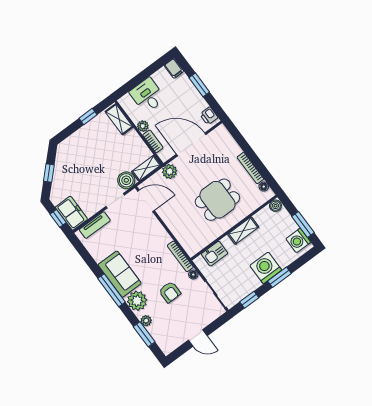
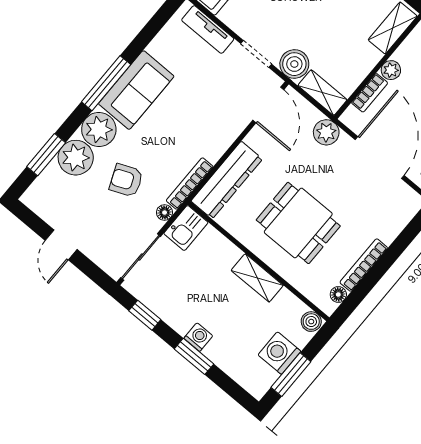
dresser: (183, 235) -> (227, 180), added
washing machine: (298, 240) -> (279, 353), moved
kitchen sink: (215, 254) -> (186, 228), moved, turned -90
washing machine: (266, 268) -> (198, 337), width x0.53, depth x0.53
armchair: (170, 292) -> (126, 180), turned 67
plant: (146, 321) -> (76, 158), width x1.87, depth x1.87

